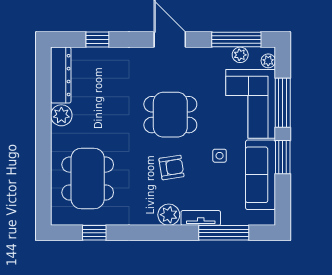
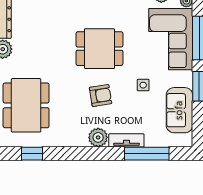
sofa: (260, 175) -> (179, 110), width x0.73

